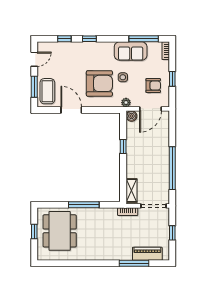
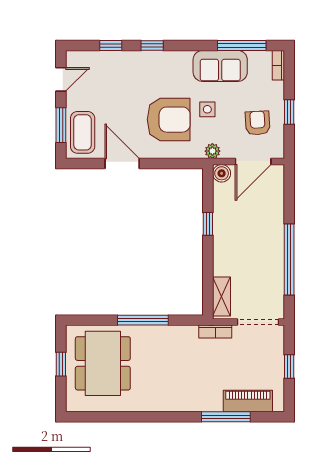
armchair: (153, 86) -> (258, 123), turned -93

